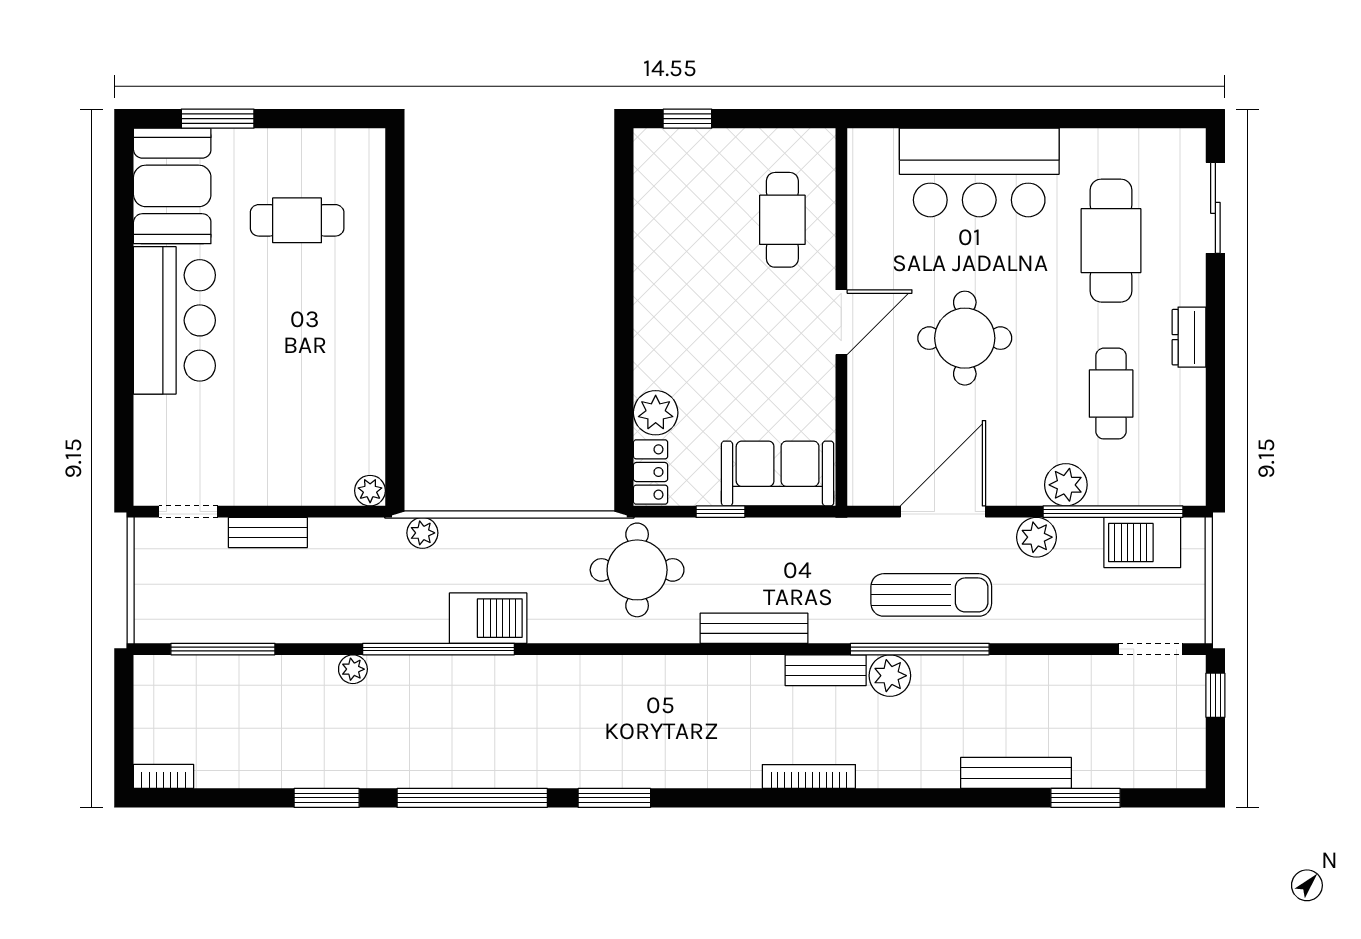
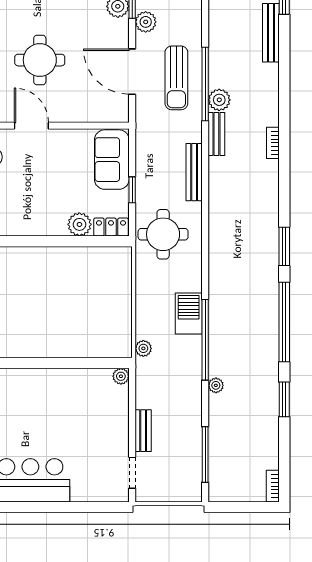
sun lounger: (931, 595) -> (176, 78), turned 180
bookcase: (809, 776) -> (273, 143), width x0.64

